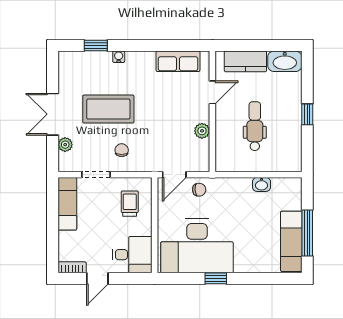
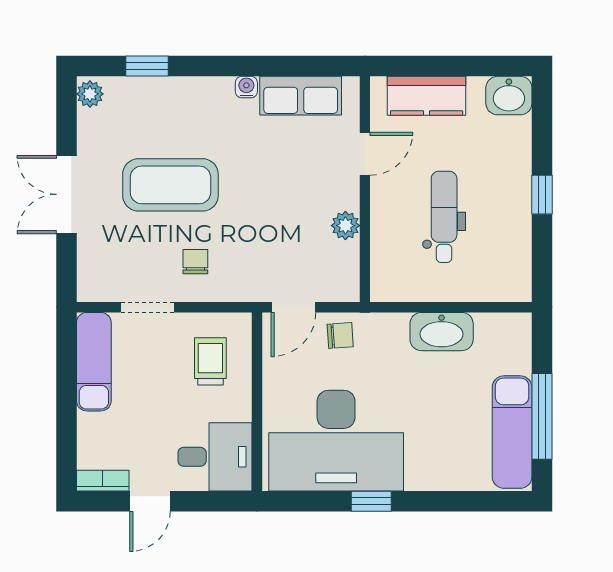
water cooler: (119, 57) -> (246, 87), moved
washbasin: (285, 61) -> (509, 96), width x0.72
plant: (65, 145) -> (90, 94), moved
washbasin: (261, 184) -> (442, 332), width x1.91, depth x1.45

